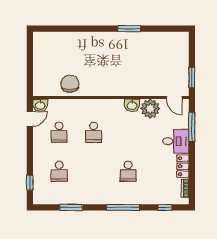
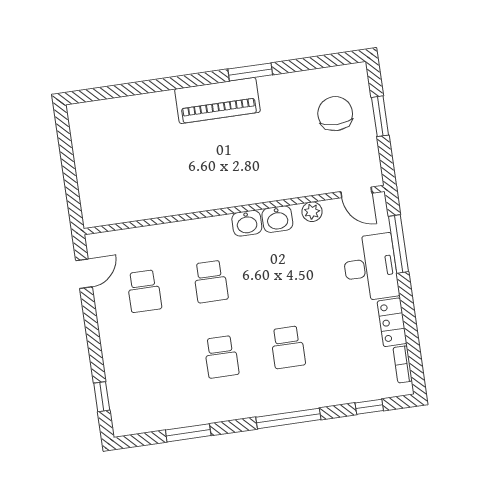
piano: (110, 41) -> (217, 101), added
window: (192, 77) -> (380, 116), moved
chair: (70, 84) -> (335, 114), moved
washbasin: (40, 105) -> (247, 223), moved
plant: (150, 109) -> (312, 212), width x0.53, depth x0.53
desk: (176, 141) -> (370, 267), width x1.37
school desk: (59, 171) -> (221, 357), moved

